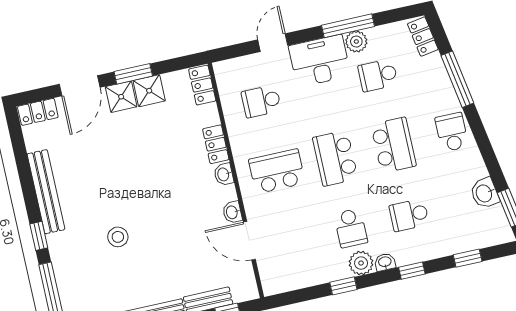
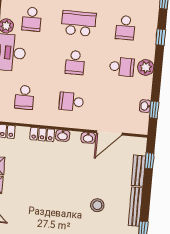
school desk: (335, 158) -> (75, 63), width x0.54
school desk: (277, 171) -> (71, 102), width x0.54
stool: (118, 237) -> (97, 205), moved
washbasin: (385, 262) -> (145, 106), moved
window: (343, 286) -> (154, 110), moved

